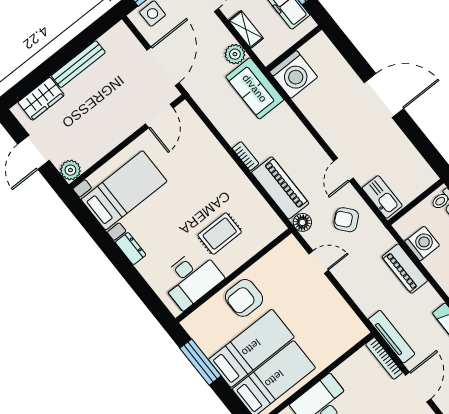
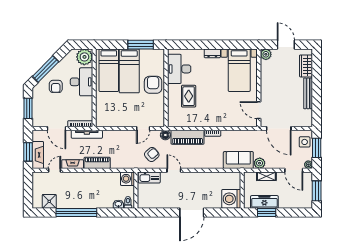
washing machine: (294, 74) -> (231, 199), moved
washing machine: (422, 243) -> (127, 179), moved, turned 90
piano: (405, 269) -> (97, 163), moved

